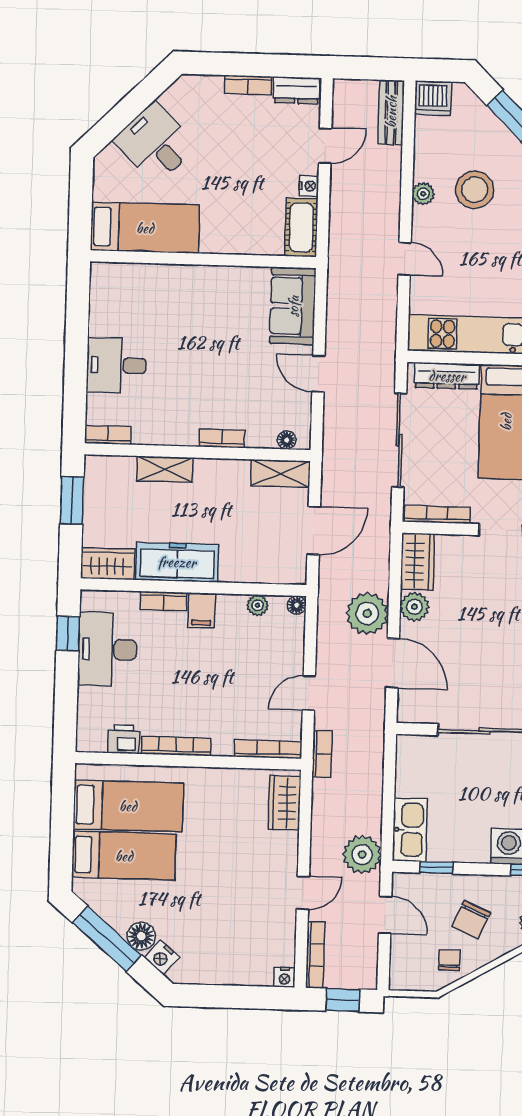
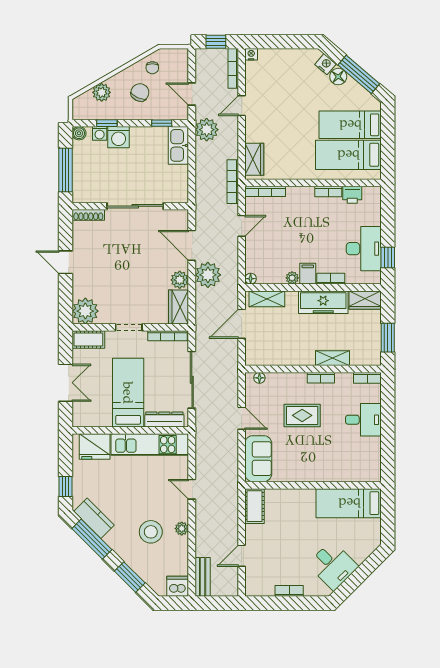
dresser: (297, 90) -> (260, 589), removed
desk: (155, 143) -> (333, 565), moved
nightstand: (309, 186) -> (251, 531), removed
rug: (218, 376) -> (302, 415), added
bookcase: (222, 438) -> (321, 378), moved
shelving: (281, 473) -> (267, 299), moved
plant: (258, 605) -> (292, 278), moved
bookcase: (176, 746) -> (328, 192), width x0.64
bookcase: (322, 754) -> (233, 182), width x1.56

